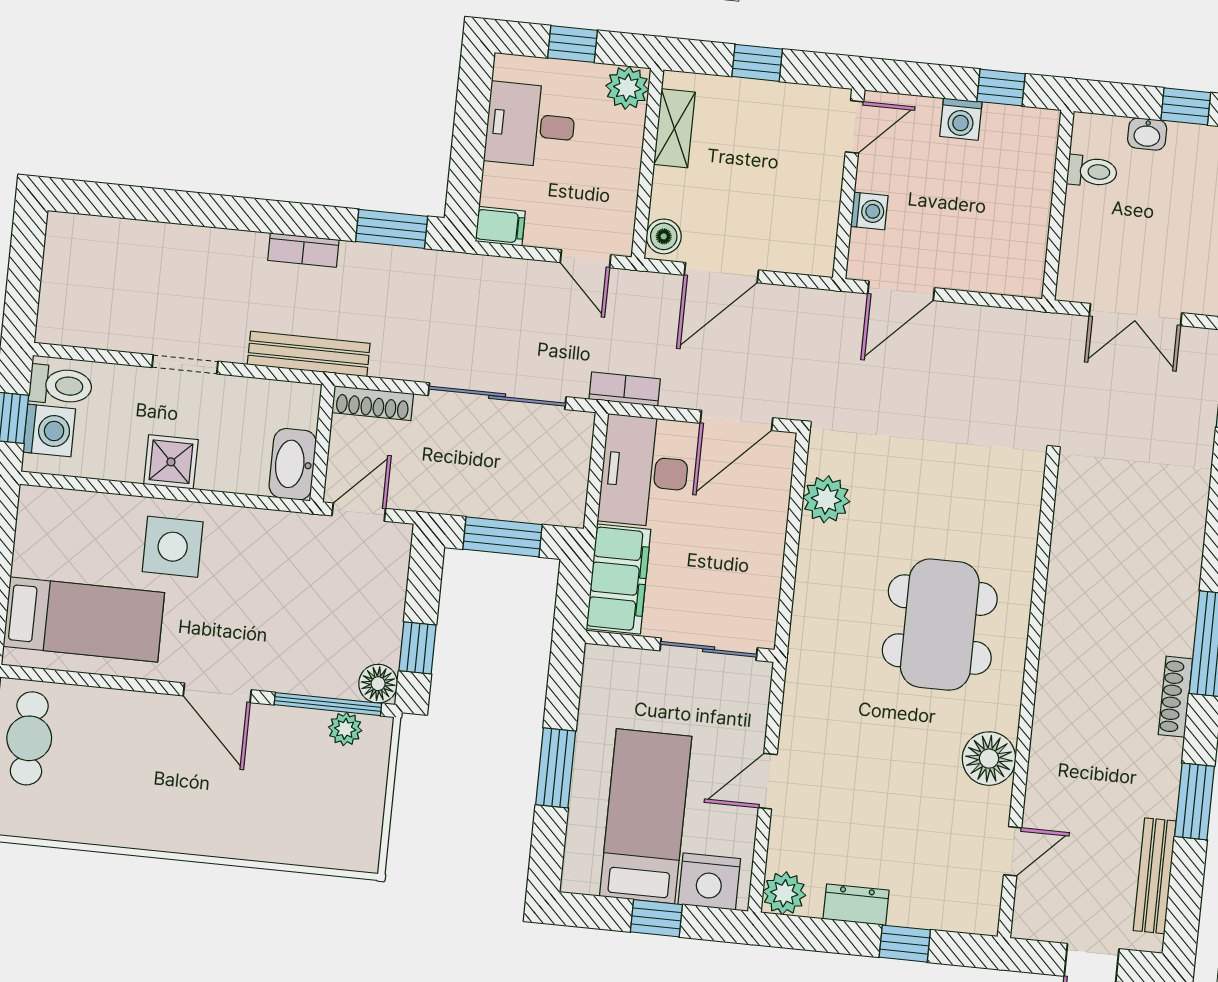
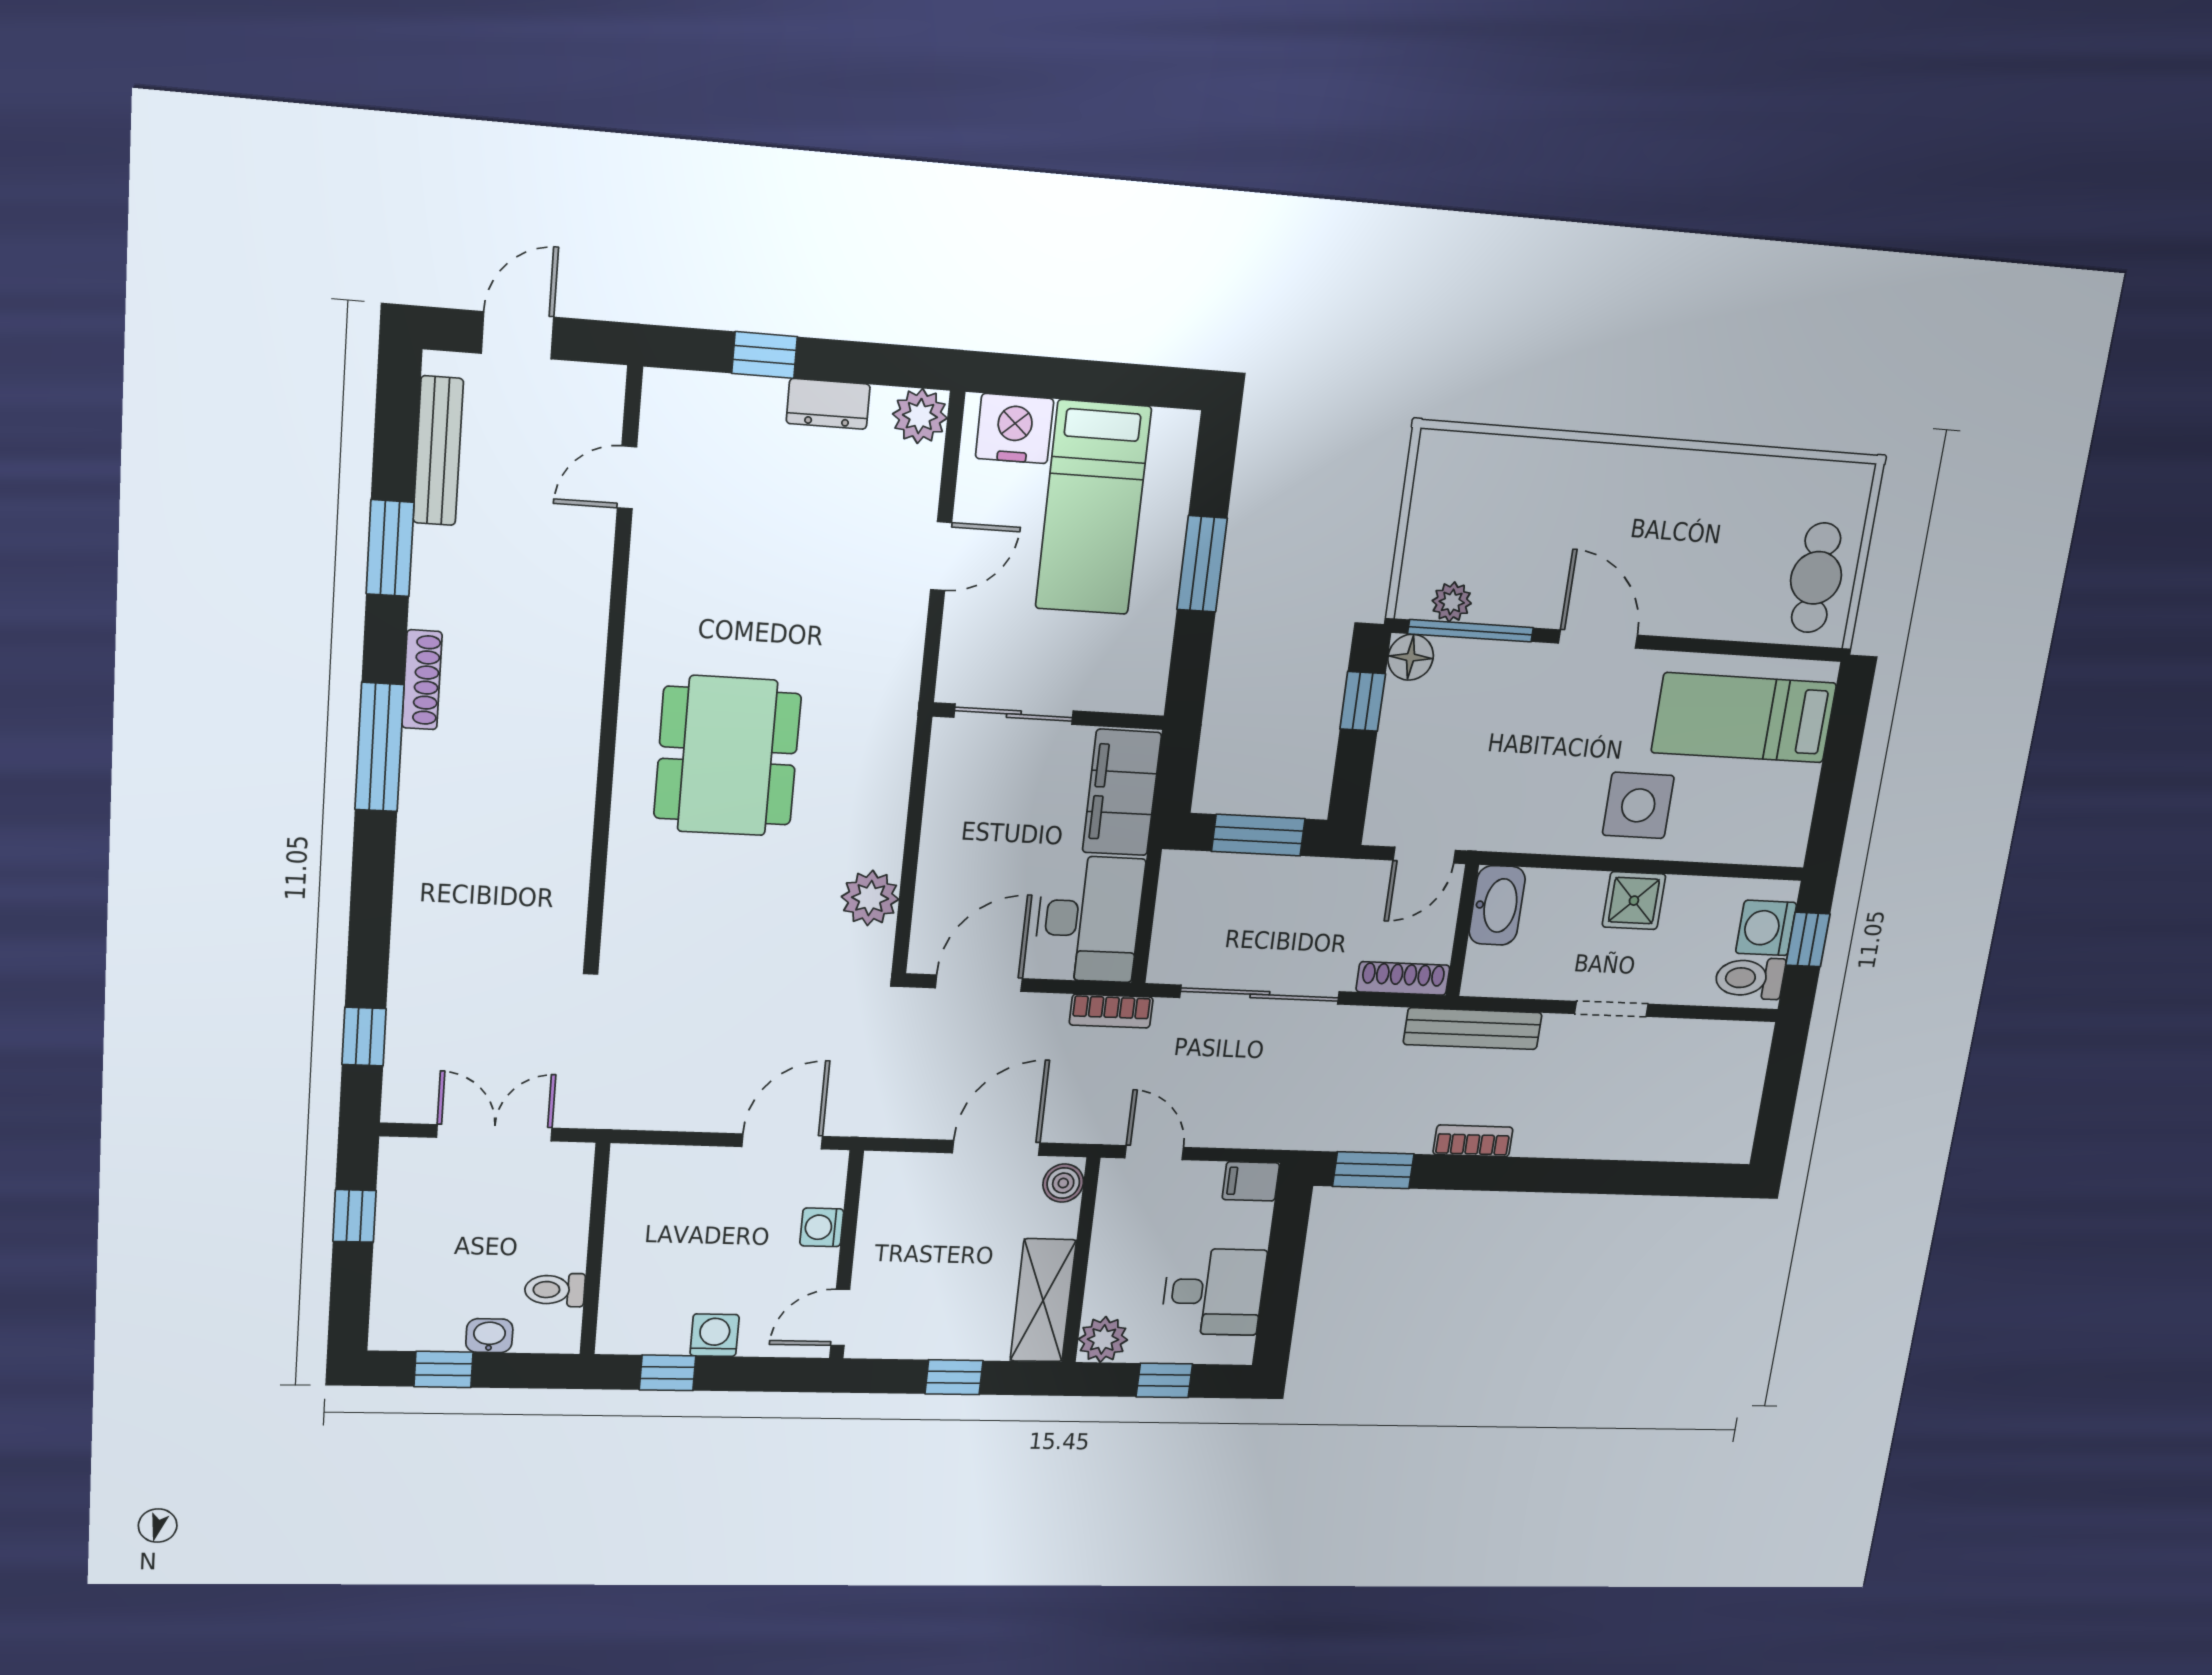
shelving: (674, 128) -> (1043, 1300), width x1.50, depth x1.33
floor lamp: (989, 759) -> (661, 594), removed
window: (656, 918) -> (1081, 380), removed

